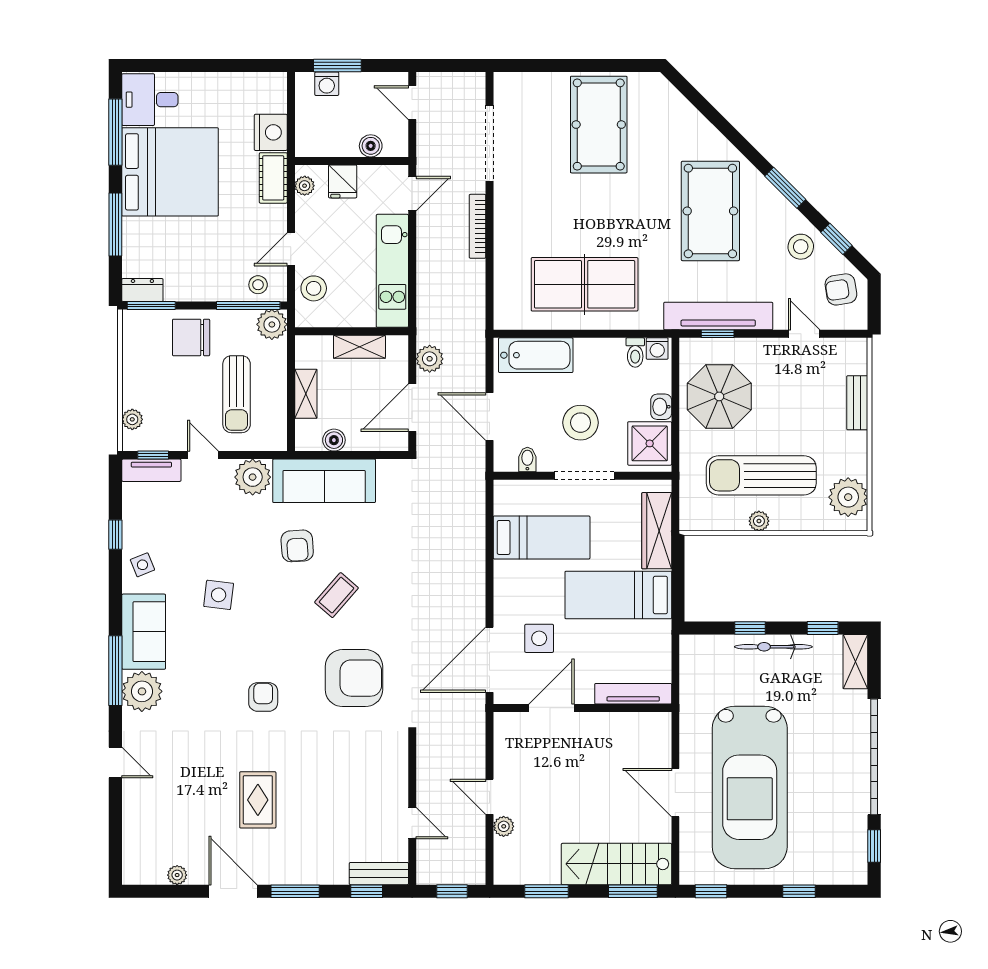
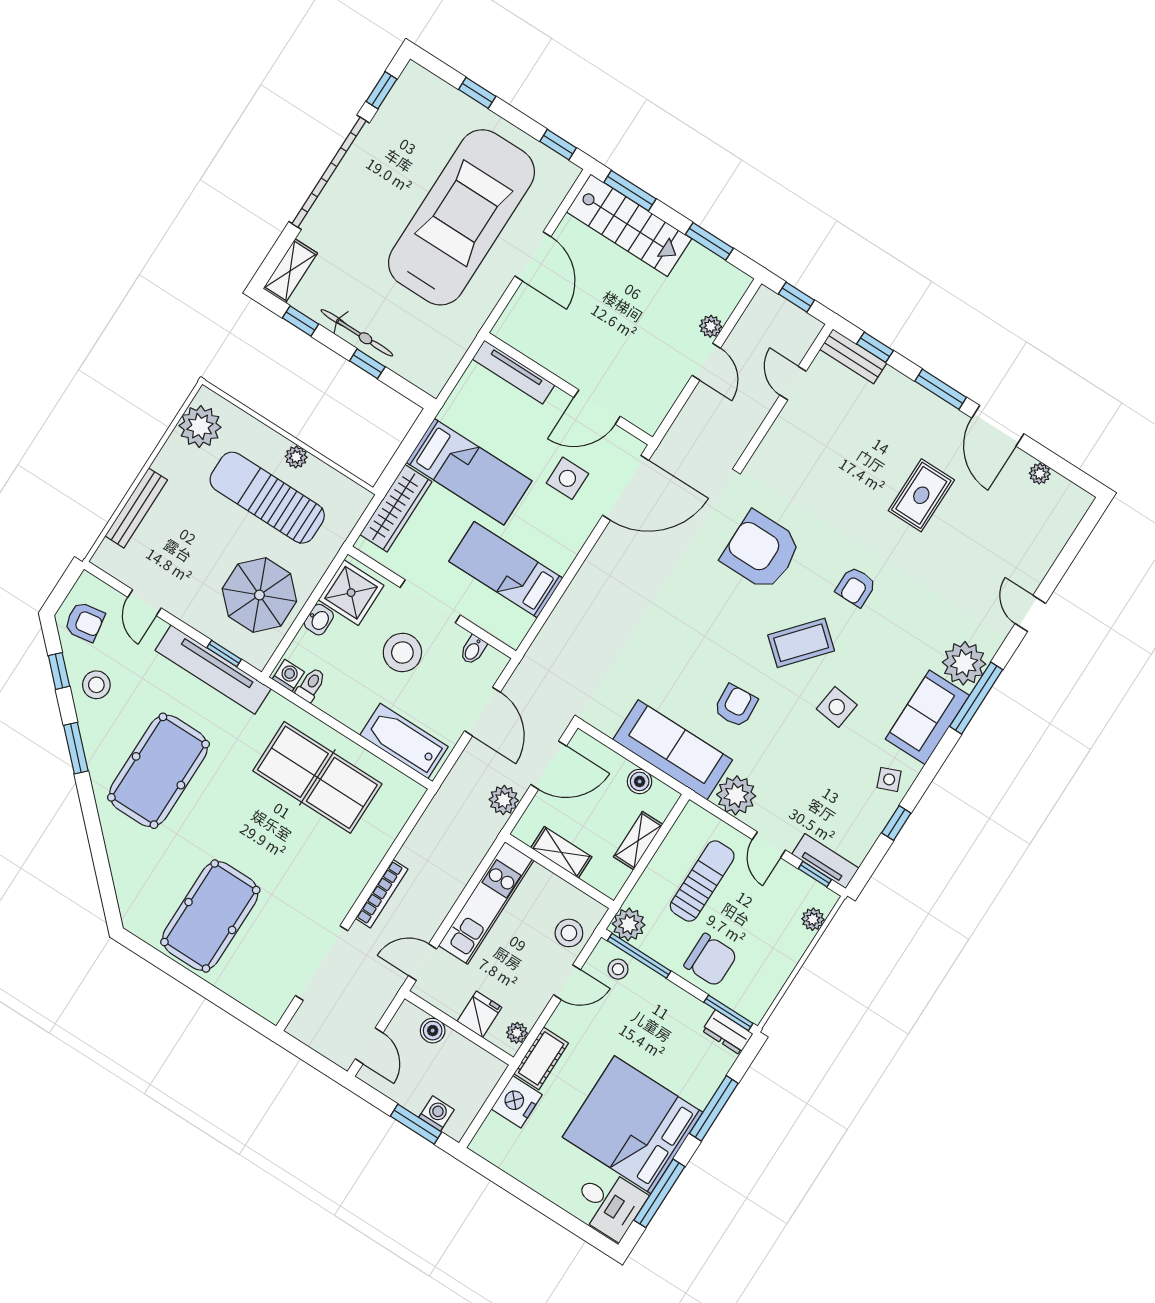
bench: (857, 403) -> (136, 508), width x1.36
sun lounger: (761, 475) -> (267, 498), turned 180
coffee table: (337, 595) -> (801, 643), moved, width x1.36, depth x1.30

